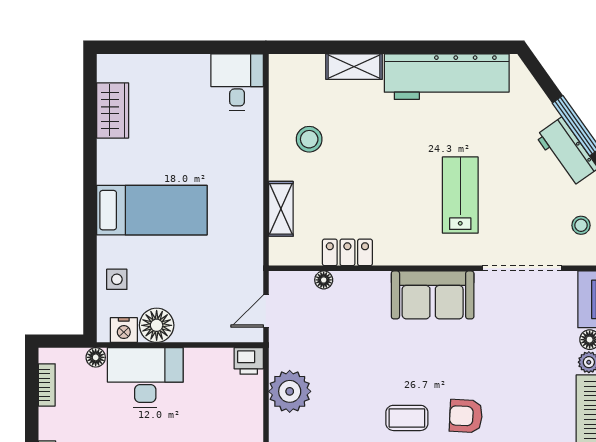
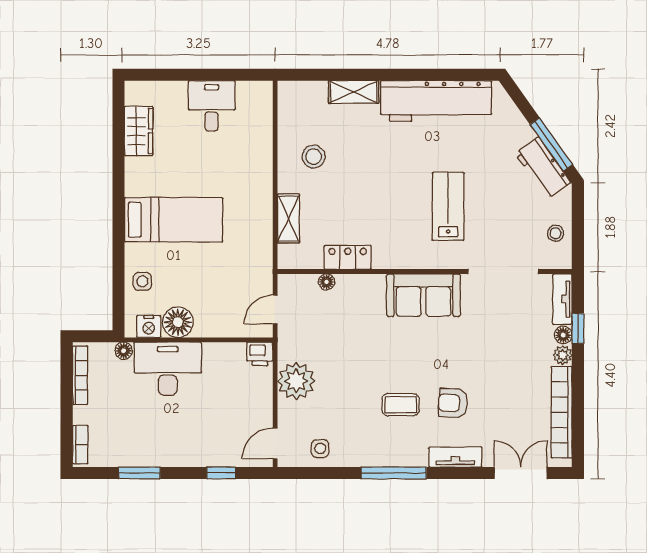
desk: (237, 82) -> (212, 106), moved
bookcase: (47, 385) -> (80, 375), width x1.56

